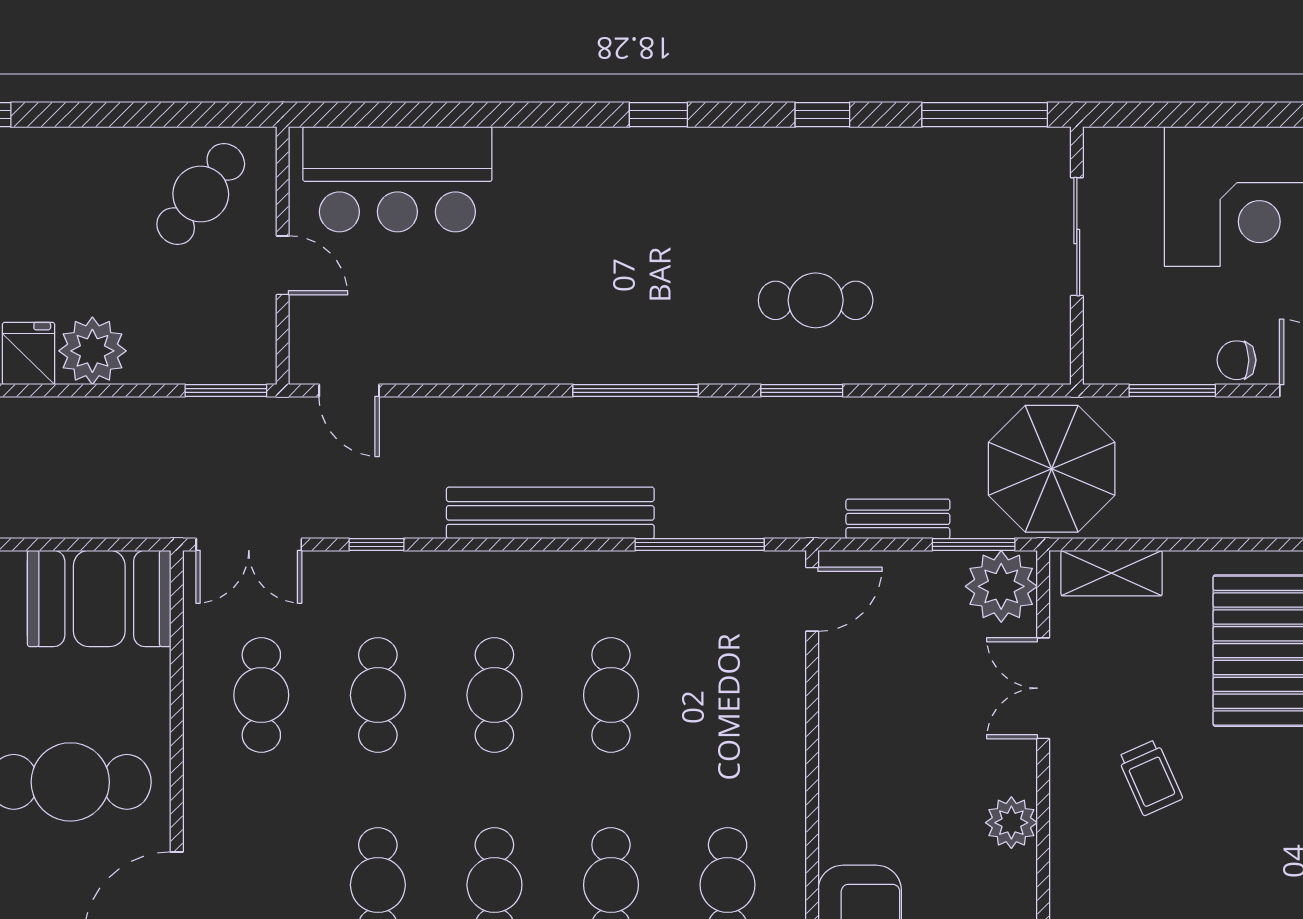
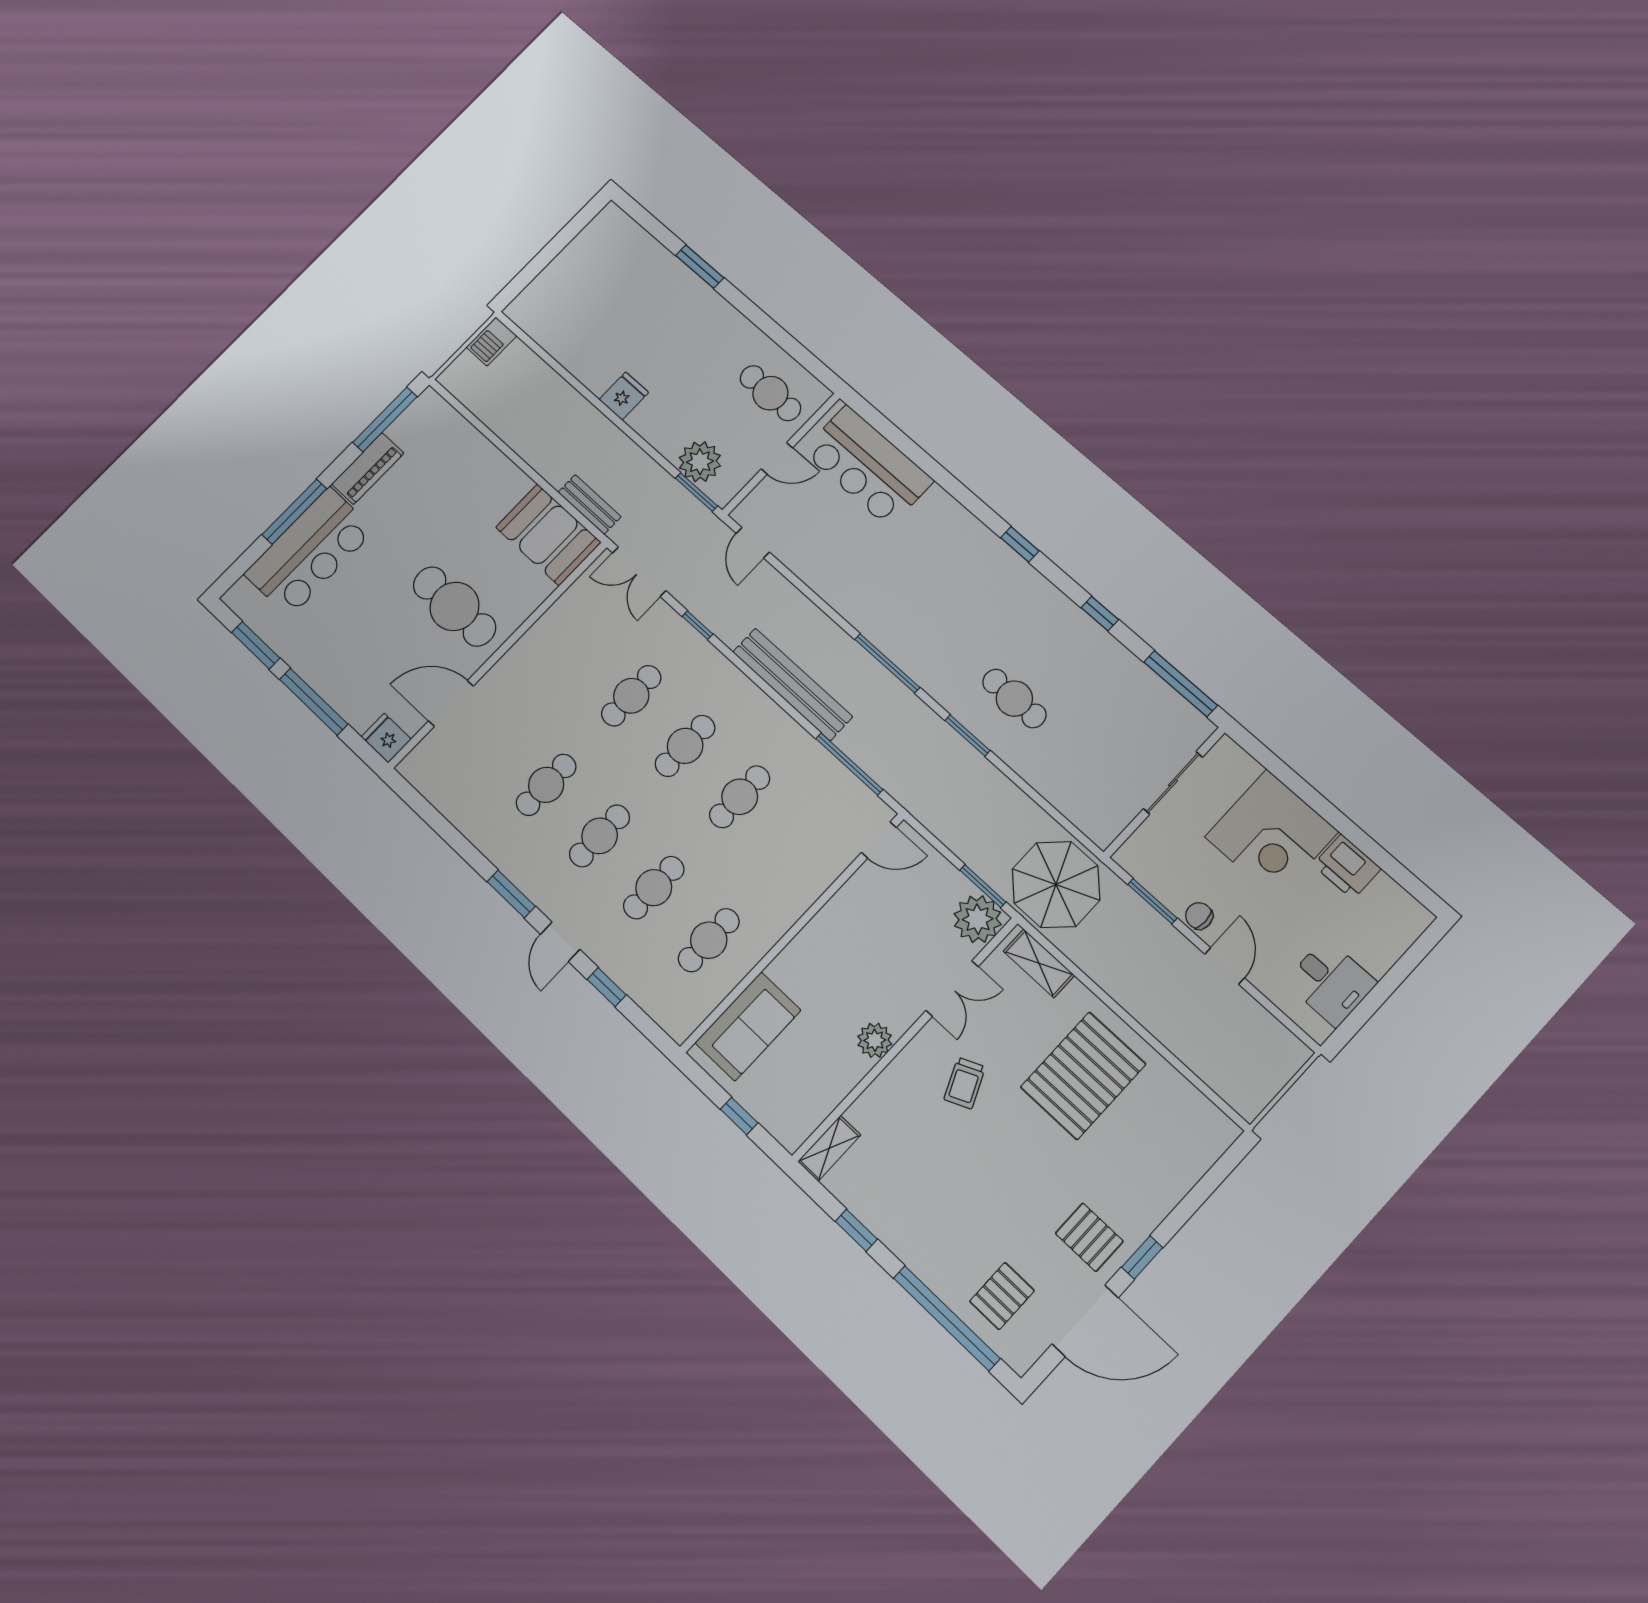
cafe table: (201, 194) -> (770, 393), turned 52
door: (283, 265) -> (777, 458), hinge flipped
plant: (92, 351) -> (700, 462), moved
bench: (898, 519) -> (590, 504), moved
double door: (1043, 688) -> (952, 989), swing flipped
cafe table: (261, 695) -> (578, 646), removed

